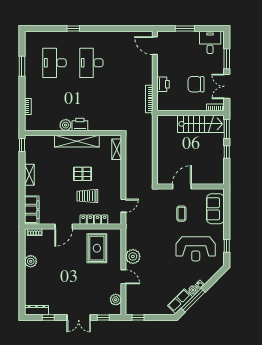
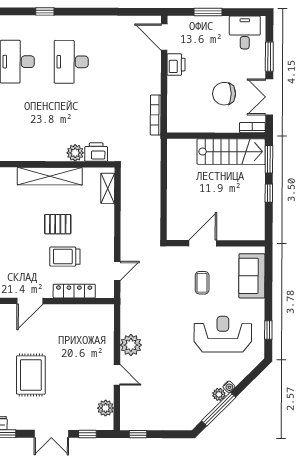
printer: (163, 84) -> (176, 65), moved
printer: (80, 124) -> (96, 152), moved
plant: (66, 125) -> (75, 153), moved
rug: (97, 248) -> (31, 375), moved
reception desk: (196, 249) -> (223, 334), turned 180
row of seats: (180, 301) -> (200, 411), removed

